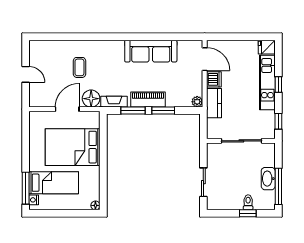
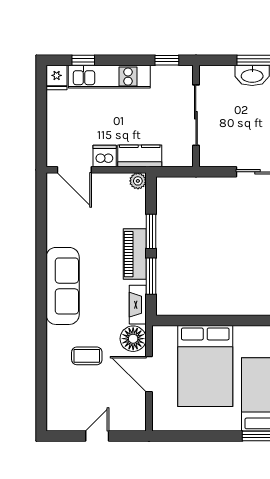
sofa: (151, 51) -> (63, 286), moved
door: (205, 59) -> (74, 170), swing flipped
window: (278, 84) -> (83, 60), moved

